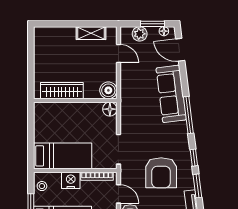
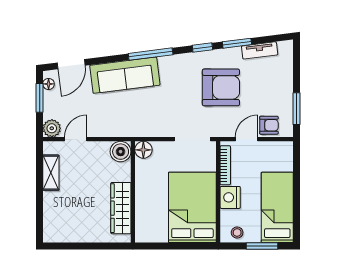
plant: (140, 34) -> (52, 128), moved
bed: (63, 156) -> (192, 207), width x1.50

